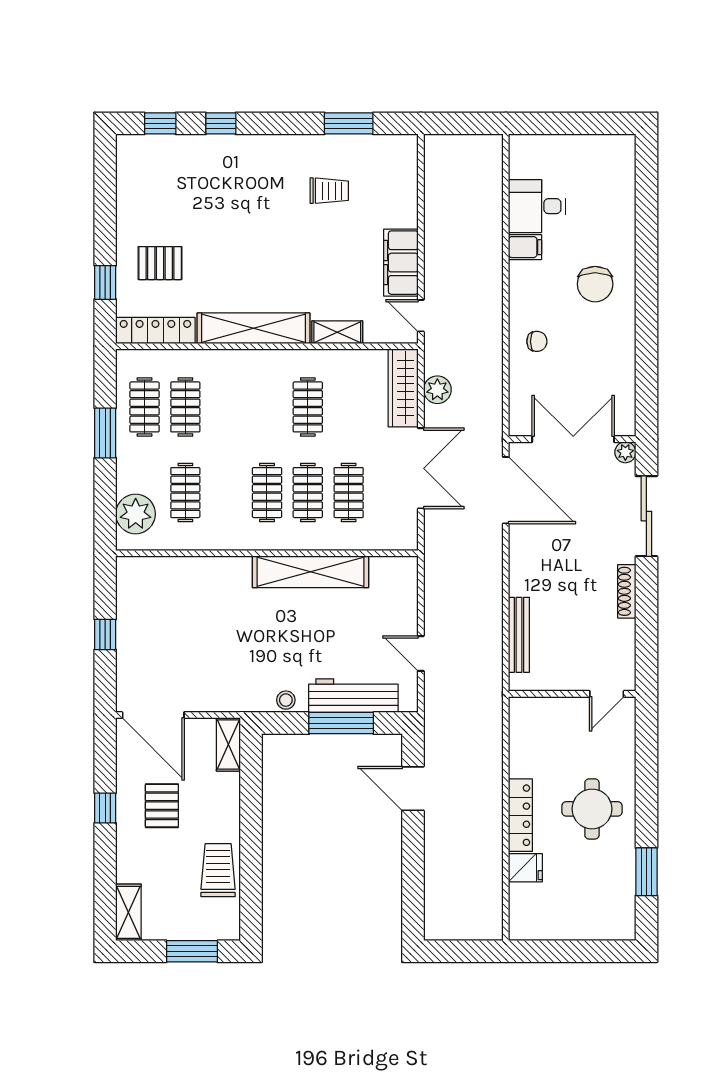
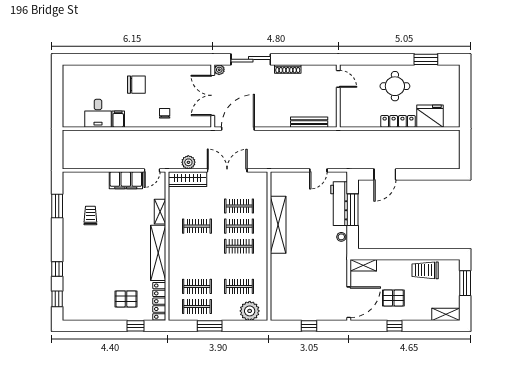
pallet: (160, 263) -> (126, 299), turned 90
fridge: (525, 868) -> (430, 116), width x1.88, depth x1.34

